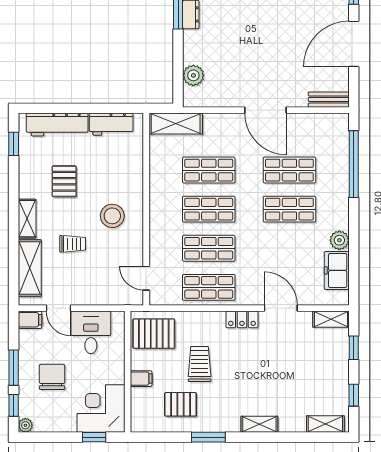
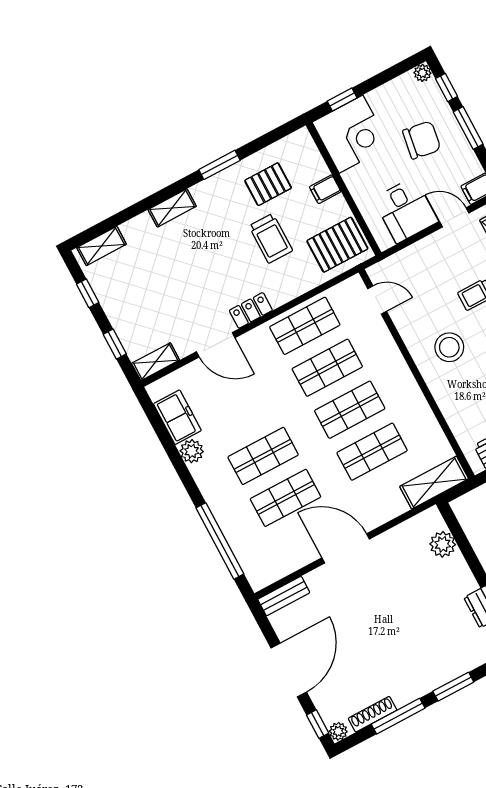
chair: (52, 377) -> (422, 140), turned -81

